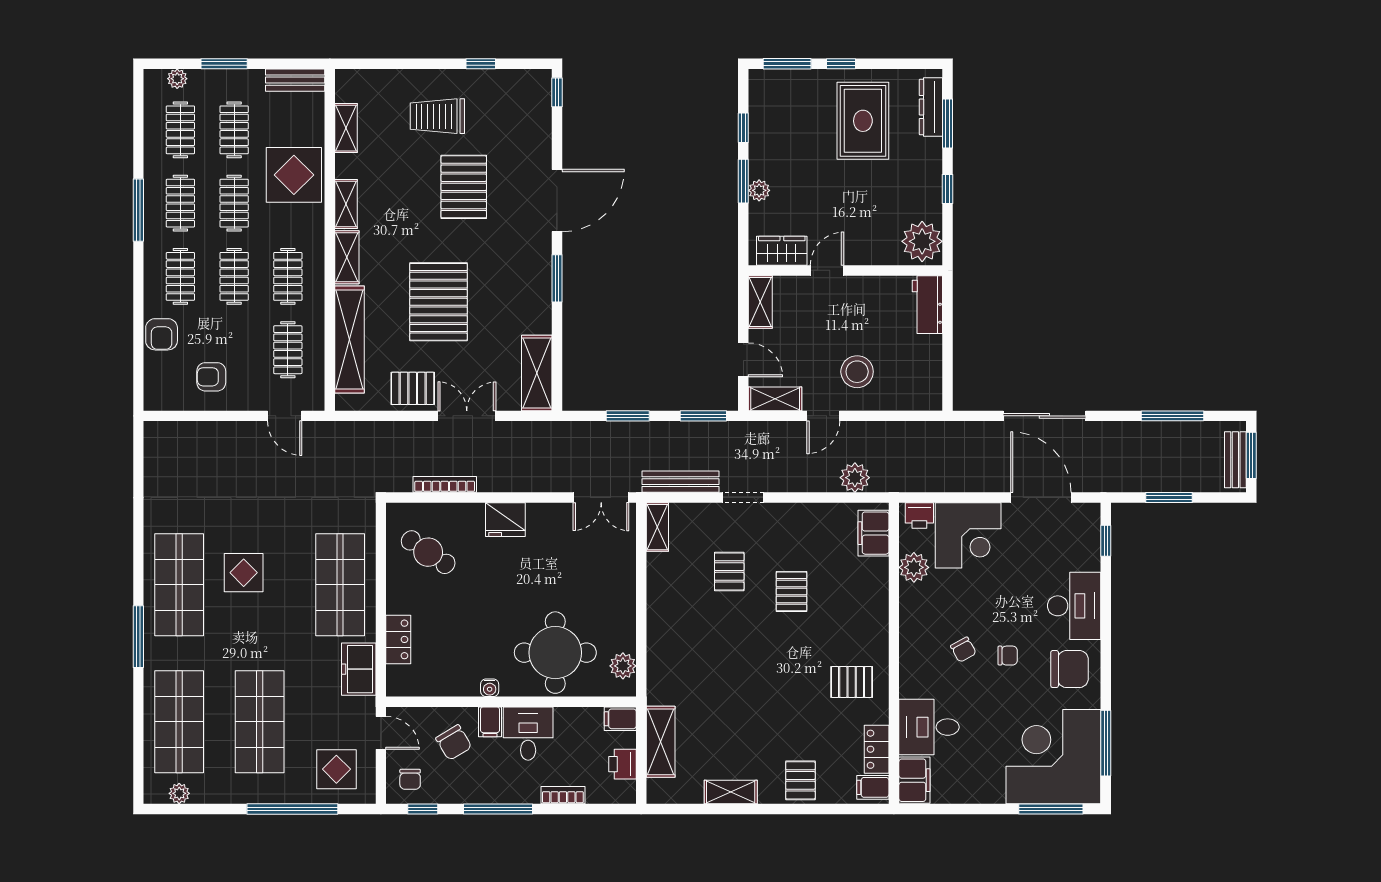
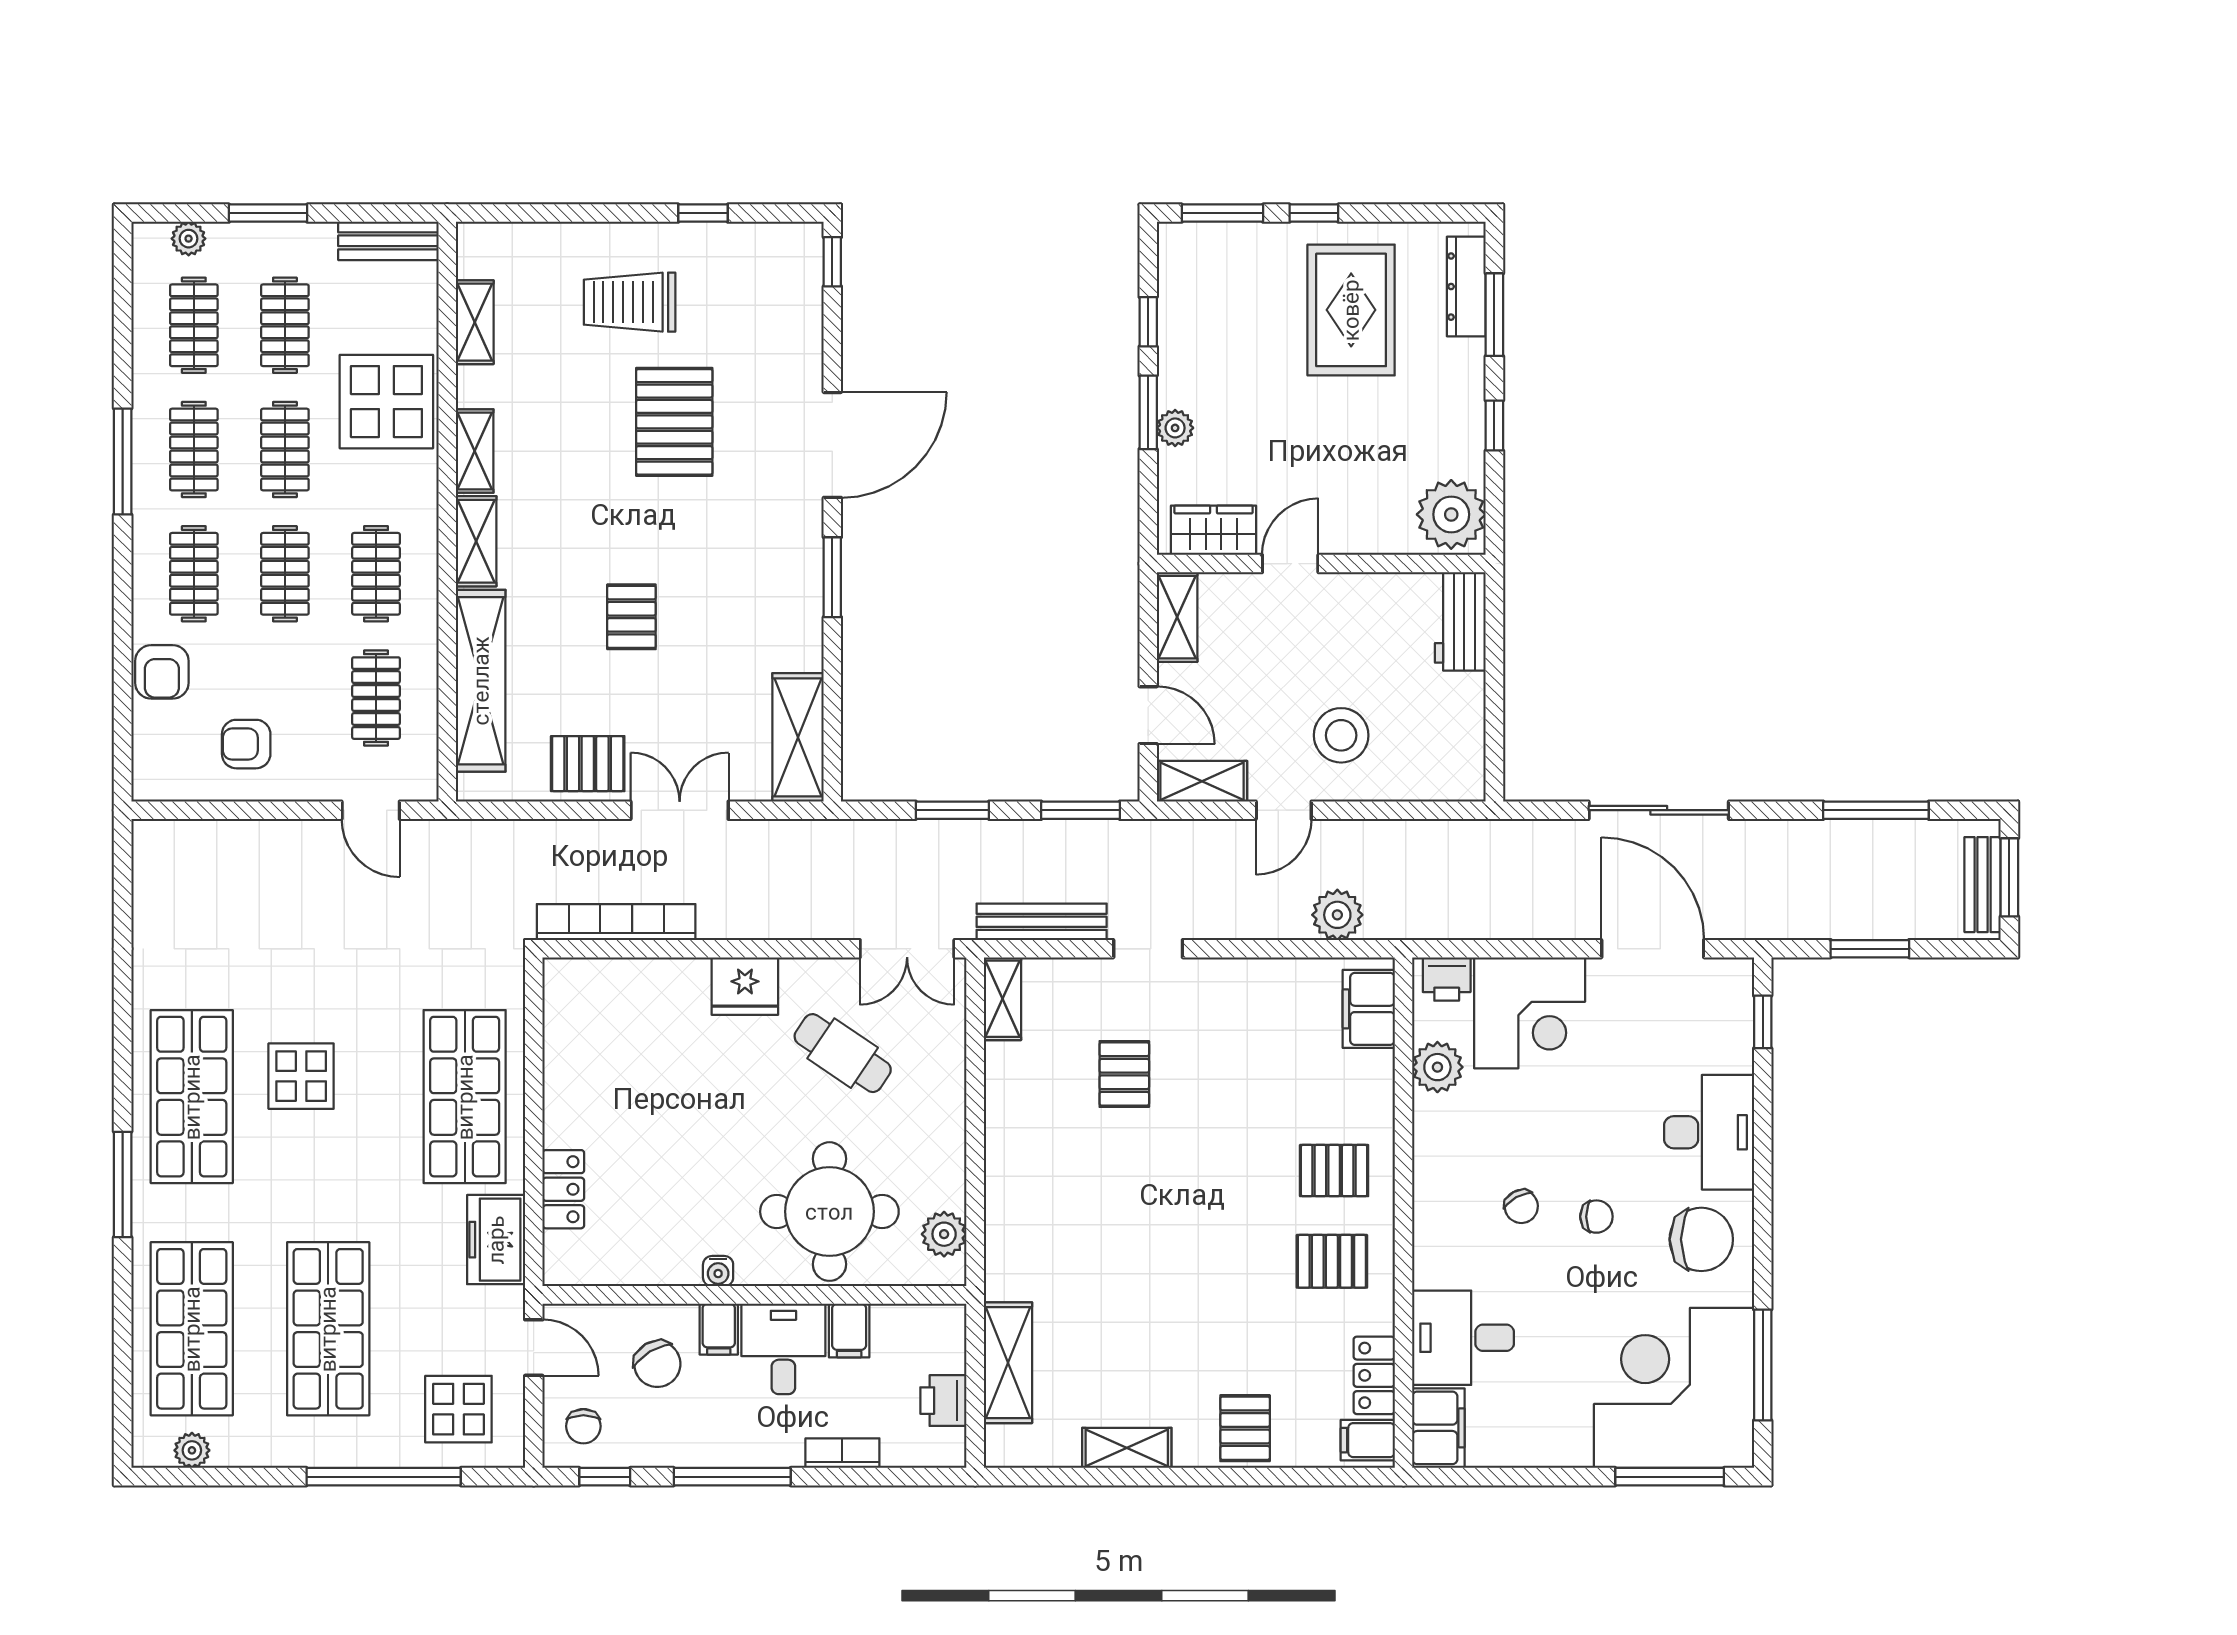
pallet: (438, 302) -> (631, 617), width x0.49, depth x0.50
bookcase: (445, 484) -> (616, 922), width x1.48, depth x1.31
cafe table: (428, 552) -> (843, 1053), moved
pallet: (791, 591) -> (1334, 1171), moved, turned 90
filing cabinet: (620, 719) -> (849, 1330), moved, turned -90

